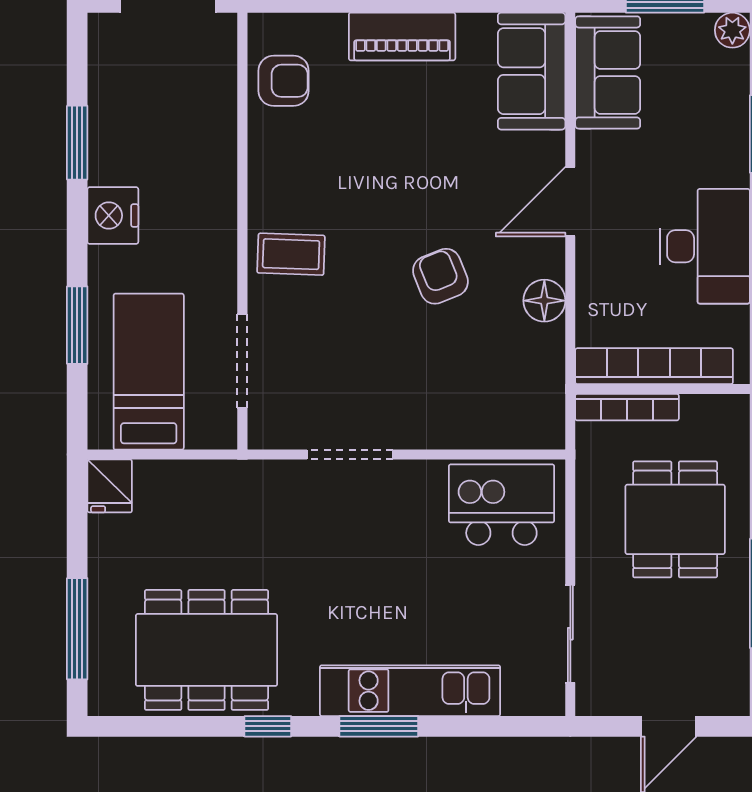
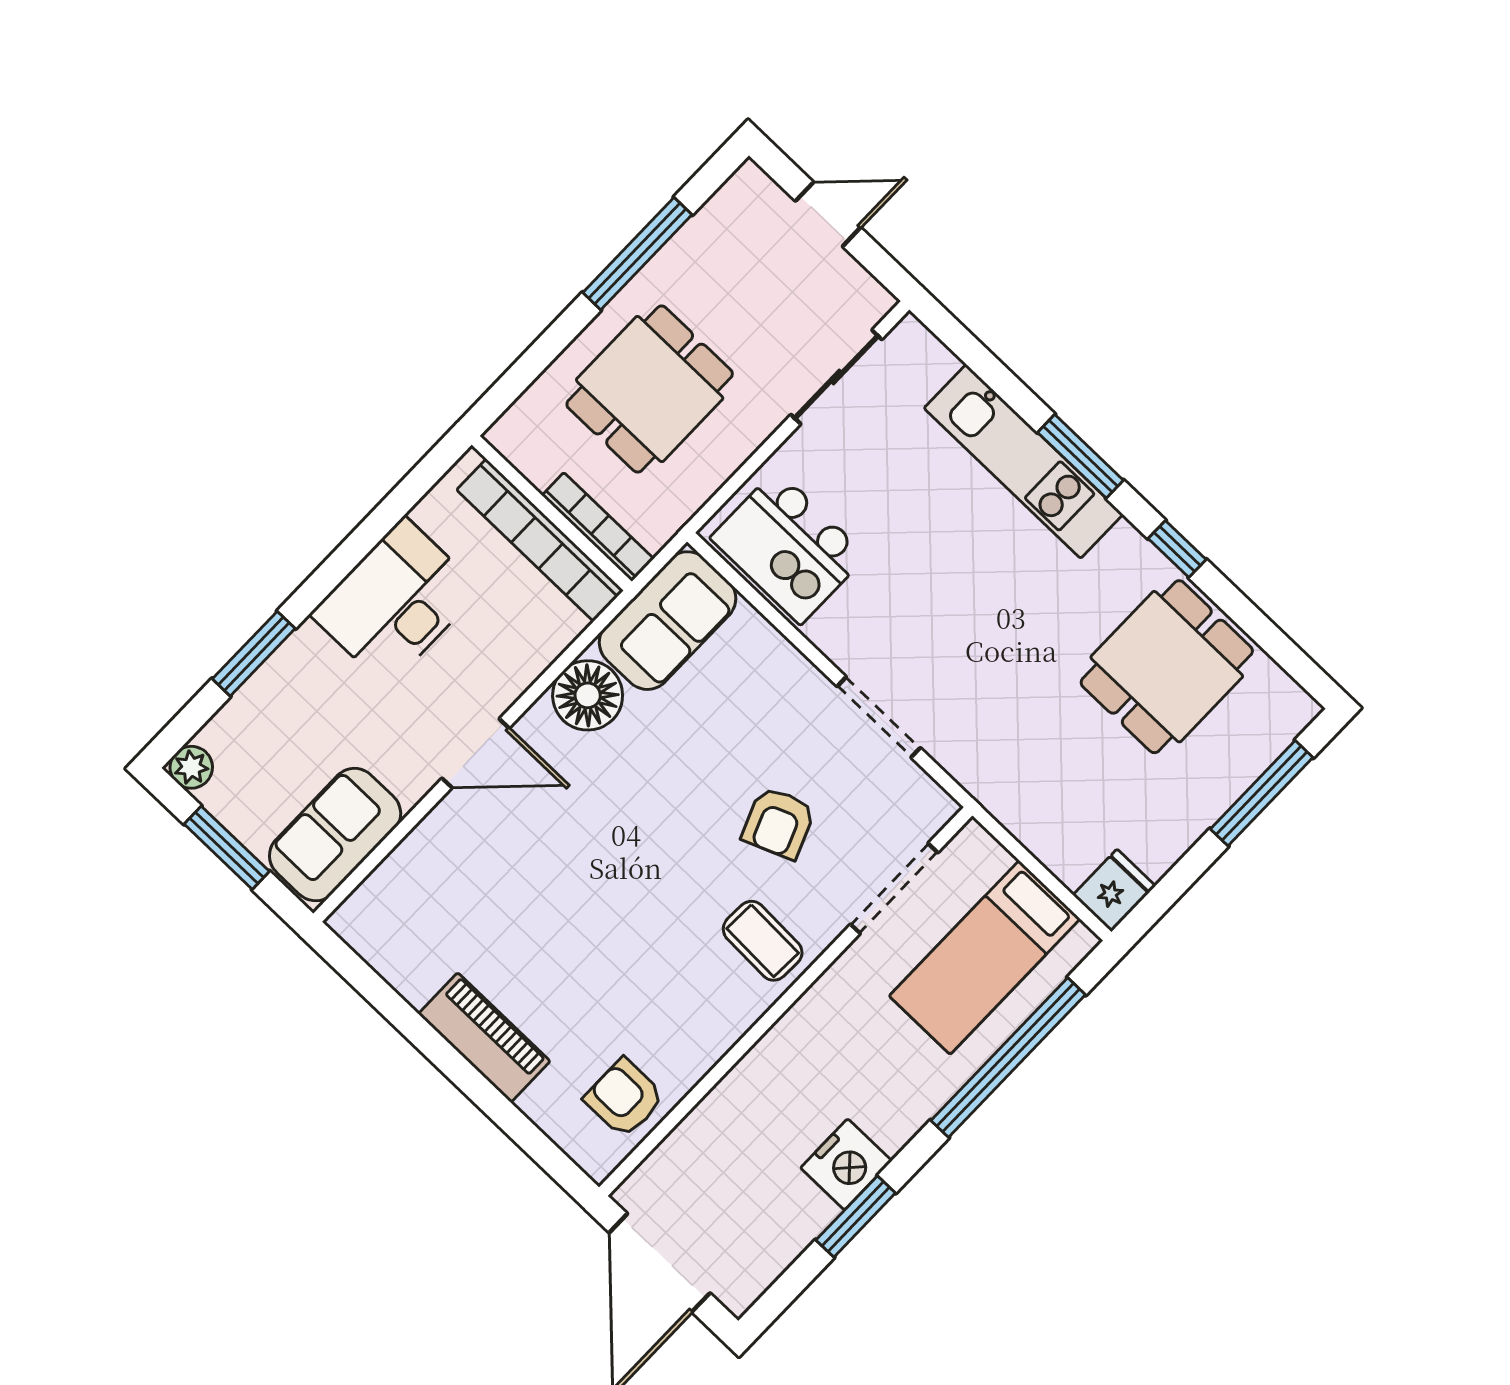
sofa: (532, 71) -> (668, 621), moved
nightstand: (113, 216) -> (846, 1164), moved
armchair: (440, 276) -> (778, 823), moved
floor lamp: (544, 301) -> (588, 695), width x1.38, depth x1.38
window: (77, 325) -> (1008, 1058), width x2.11
dining table: (206, 650) -> (1167, 667), width x0.73

